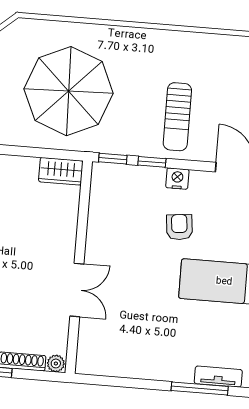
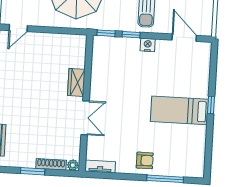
wardrobe: (61, 171) -> (76, 82), moved, turned 90
armchair: (179, 227) -> (145, 160), moved, turned 96
tv unit: (218, 377) -> (100, 167), moved

